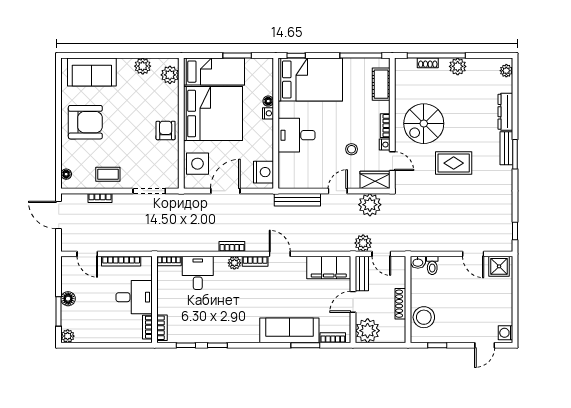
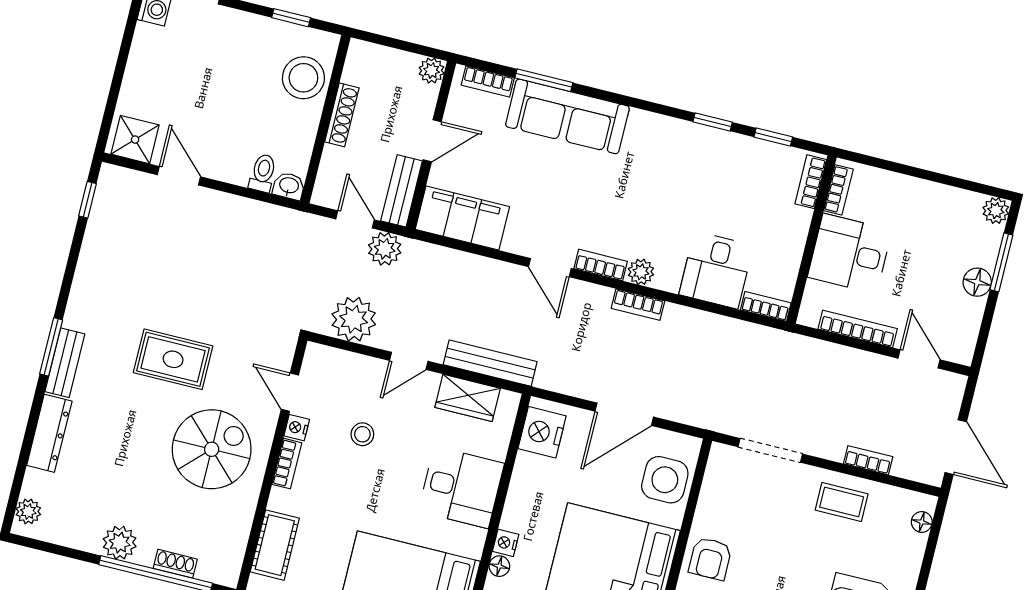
wardrobe: (375, 180) -> (468, 398), moved
plant: (368, 331) -> (432, 71), width x0.53, depth x0.53

